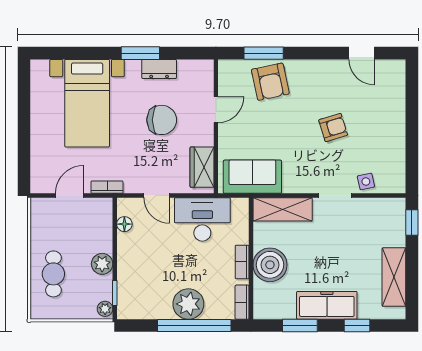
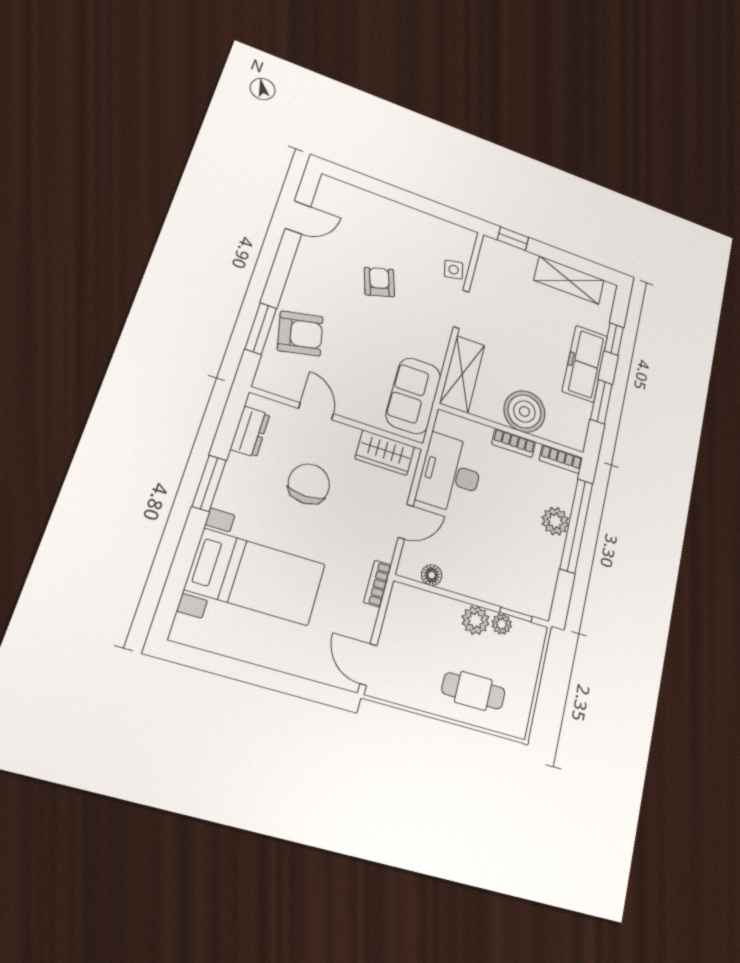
dresser: (159, 69) -> (250, 432), moved
door: (70, 195) -> (368, 665), moved
plant: (188, 304) -> (555, 521), width x0.73, depth x0.73
plant: (105, 309) -> (502, 624), moved

